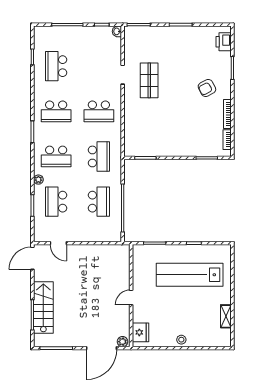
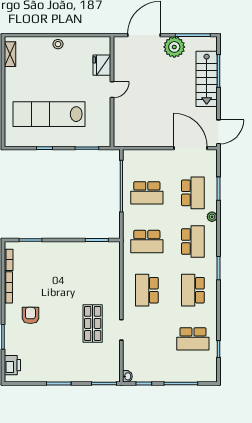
school desk: (56, 66) -> (193, 339), turned 90
armchair: (207, 88) -> (30, 315), turned -62
school desk: (56, 111) -> (193, 290), turned -90
school desk: (99, 111) -> (147, 290), turned -90
school desk: (56, 156) -> (193, 242), turned 90
school desk: (99, 156) -> (147, 242), turned -90
school desk: (99, 202) -> (147, 193), turned -90
door: (58, 243) -> (191, 148), width x1.87
lab bench: (190, 275) -> (49, 114), turned 180
shelving: (226, 316) -> (10, 54), moved
fridge: (141, 332) -> (102, 65), moved
plant: (123, 342) -> (174, 47), moved, width x1.88, depth x1.88

